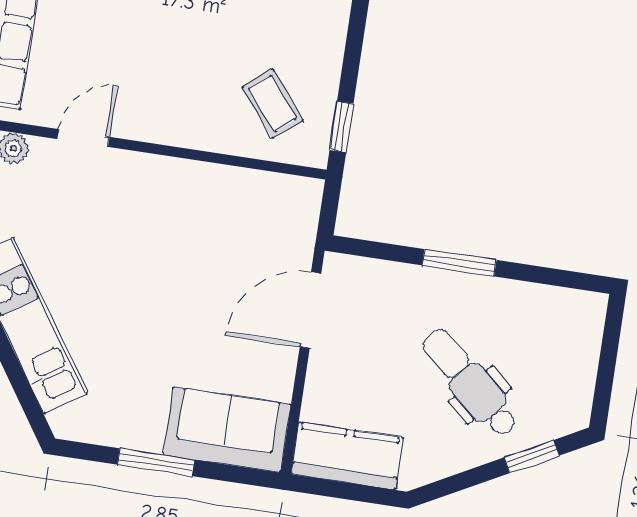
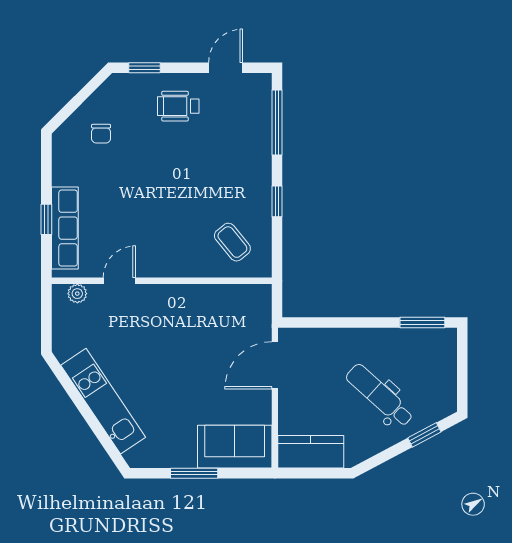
window: (342, 127) -> (277, 201), moved
window: (459, 263) -> (422, 322), moved

